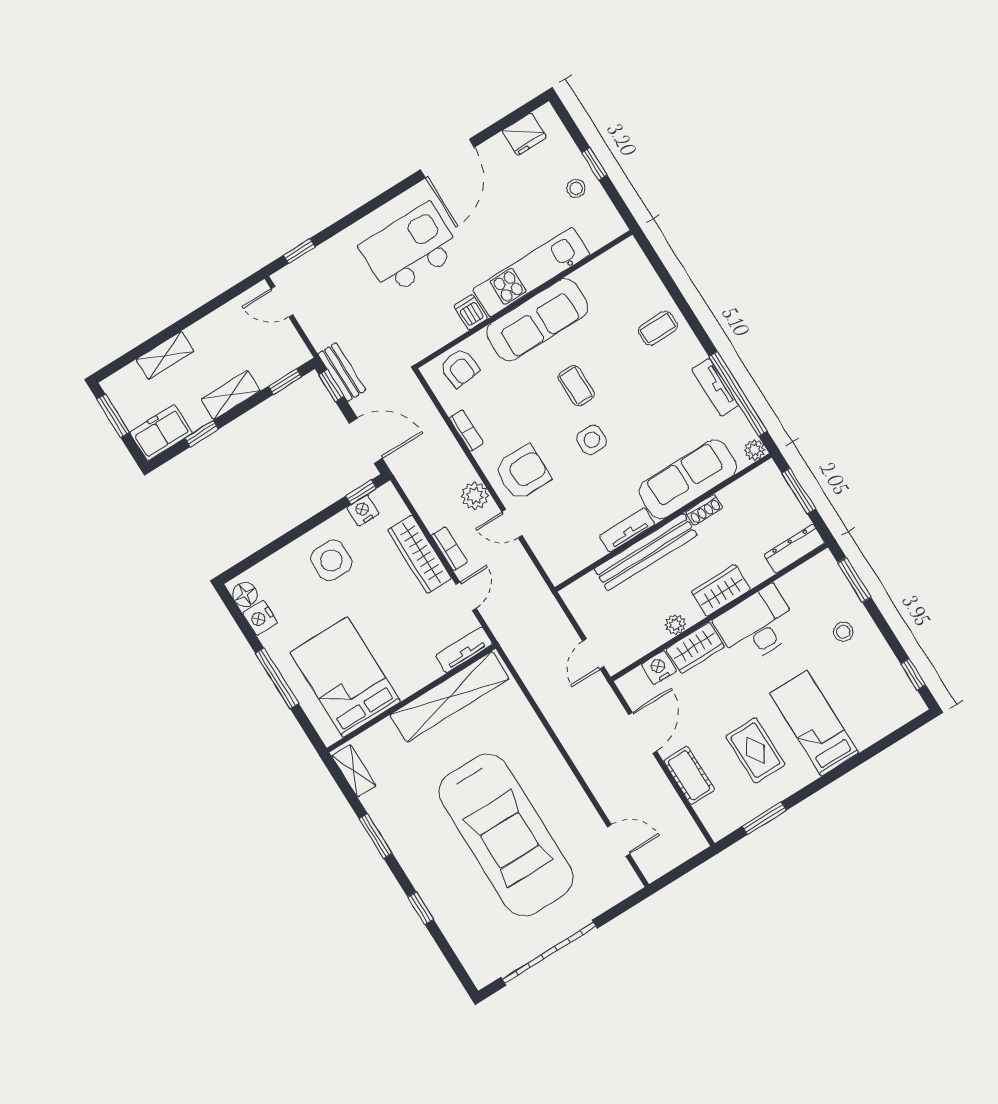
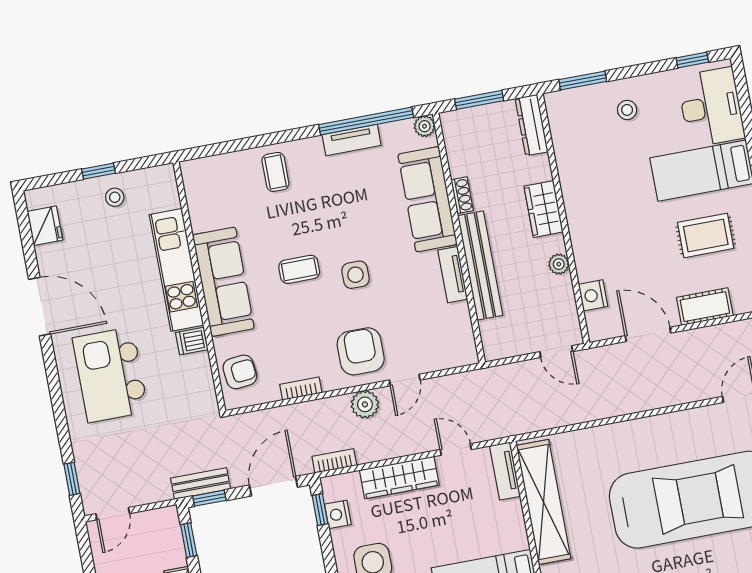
bookcase: (449, 549) -> (334, 461), moved
desk: (757, 625) -> (711, 107), moved, turned 180
wardrobe: (695, 648) -> (588, 254), removed

